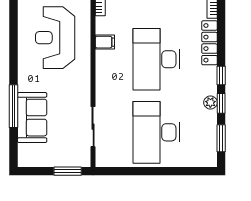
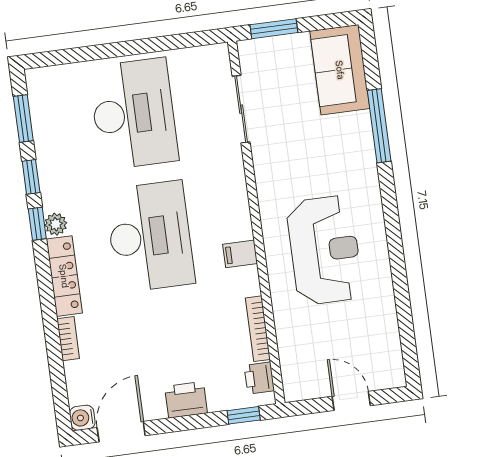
plant: (210, 103) -> (56, 224), moved
sofa: (32, 118) -> (340, 70), moved

